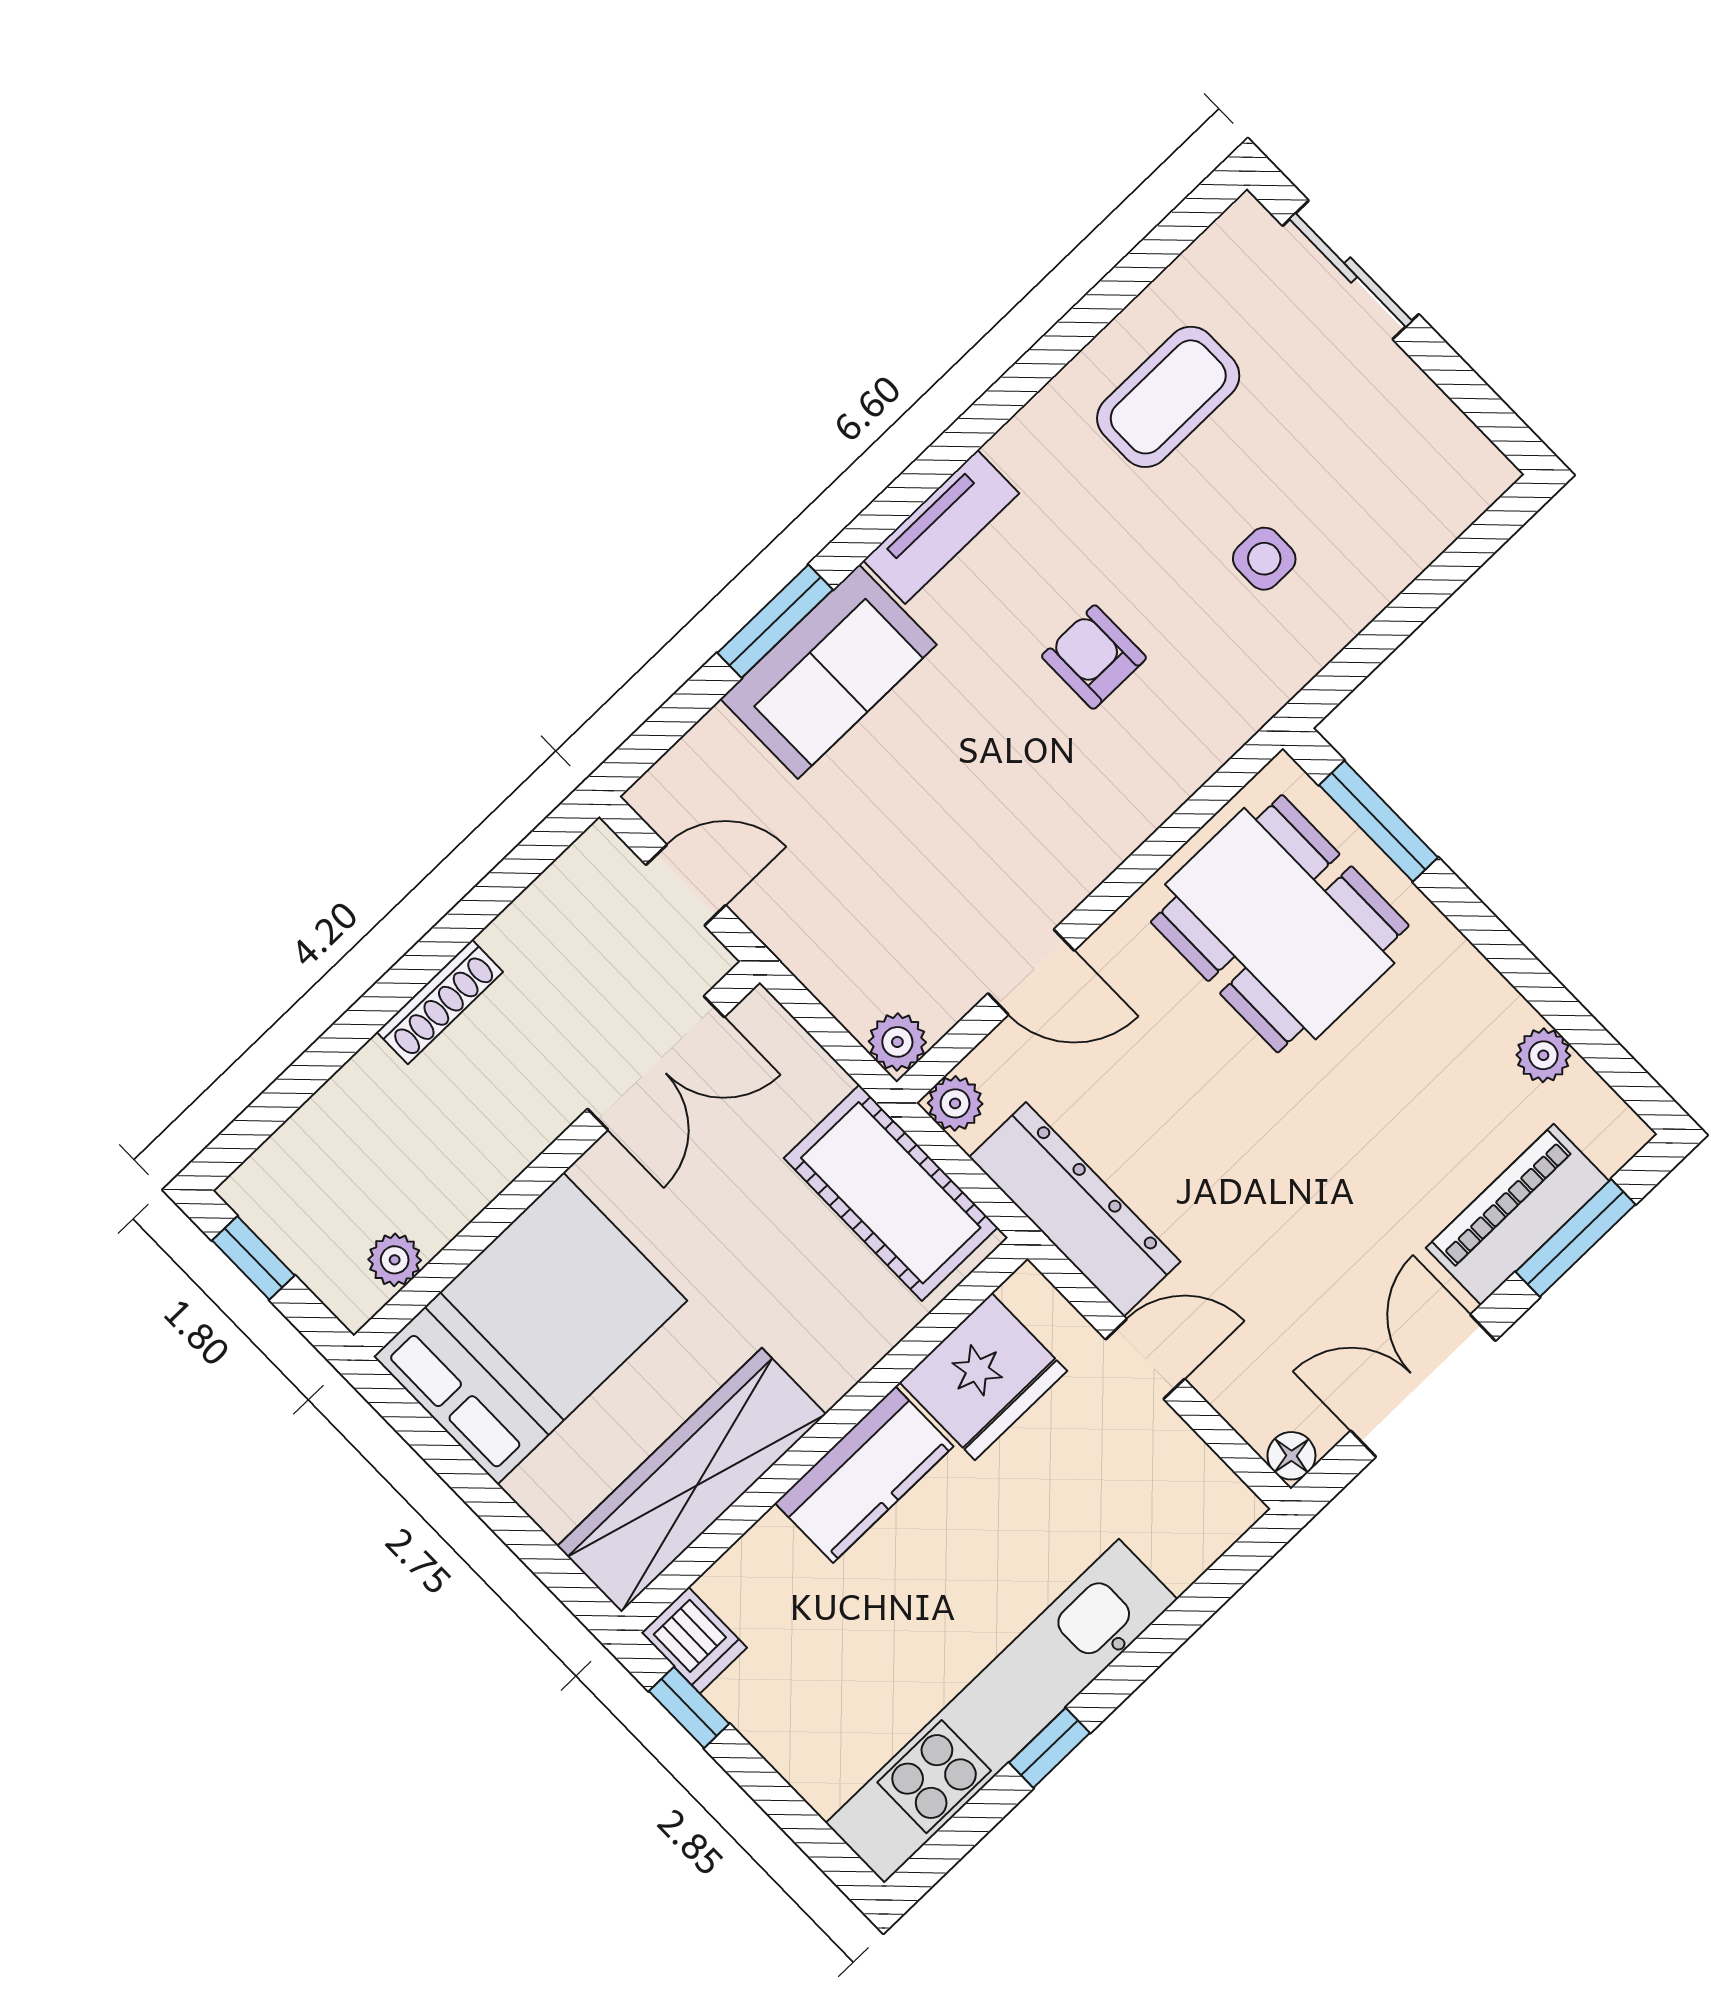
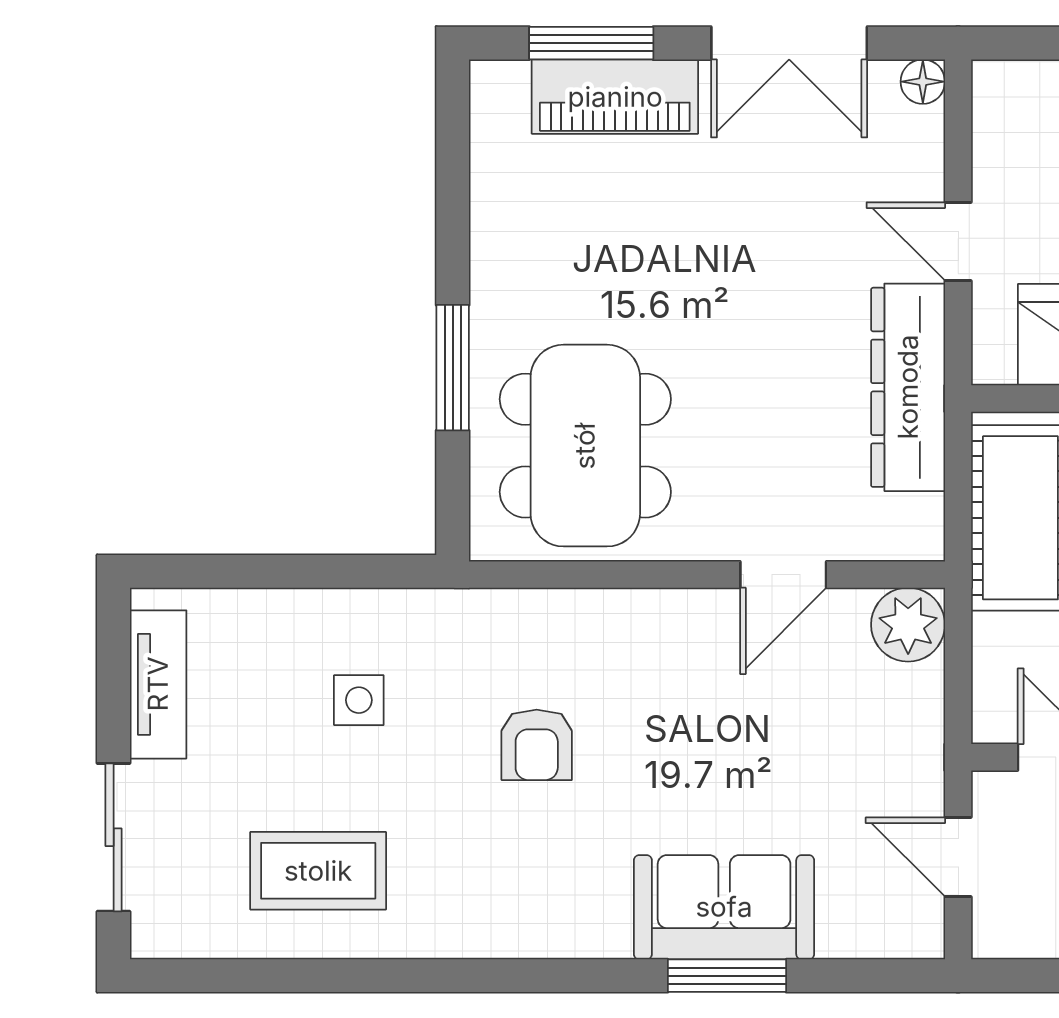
tv unit: (941, 527) -> (158, 684), moved, turned 90
window: (1379, 821) -> (453, 368), moved
door: (1031, 972) -> (783, 575), swing flipped
plant: (897, 1042) -> (908, 625), width x1.38, depth x1.38
plant: (1543, 1055) -> (494, 186), removed
plant: (955, 1103) -> (919, 536), removed

